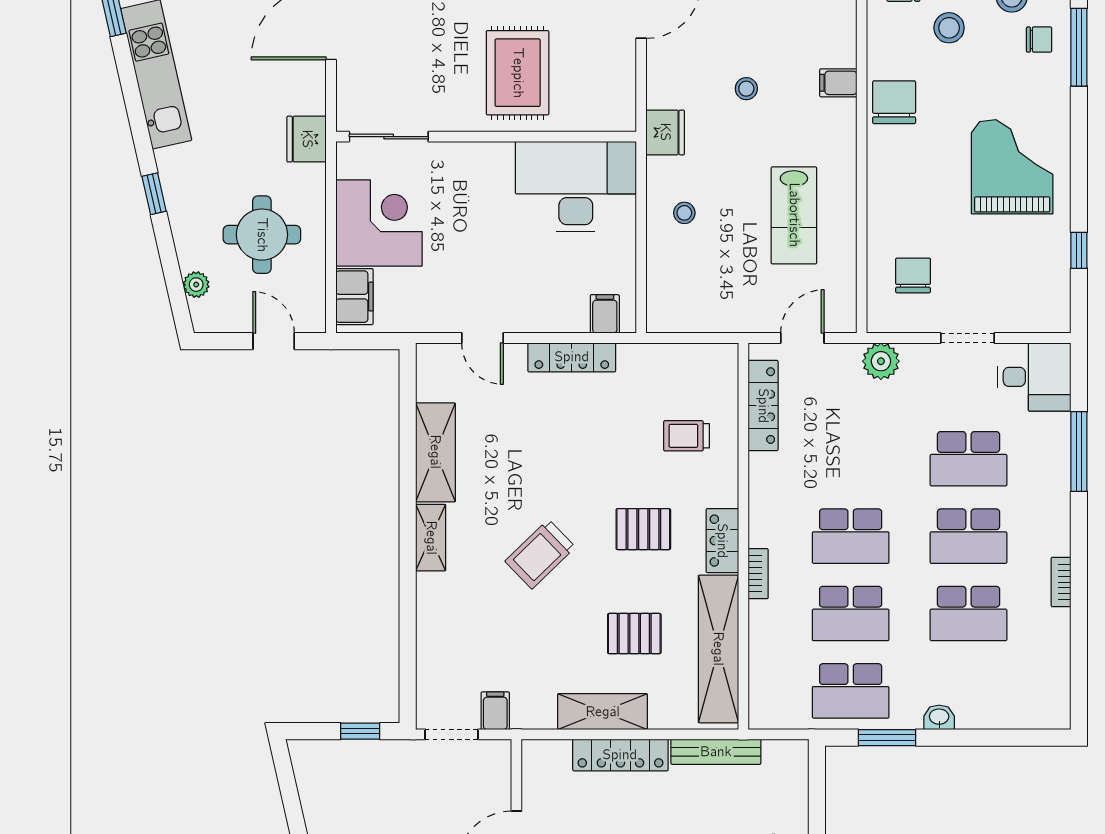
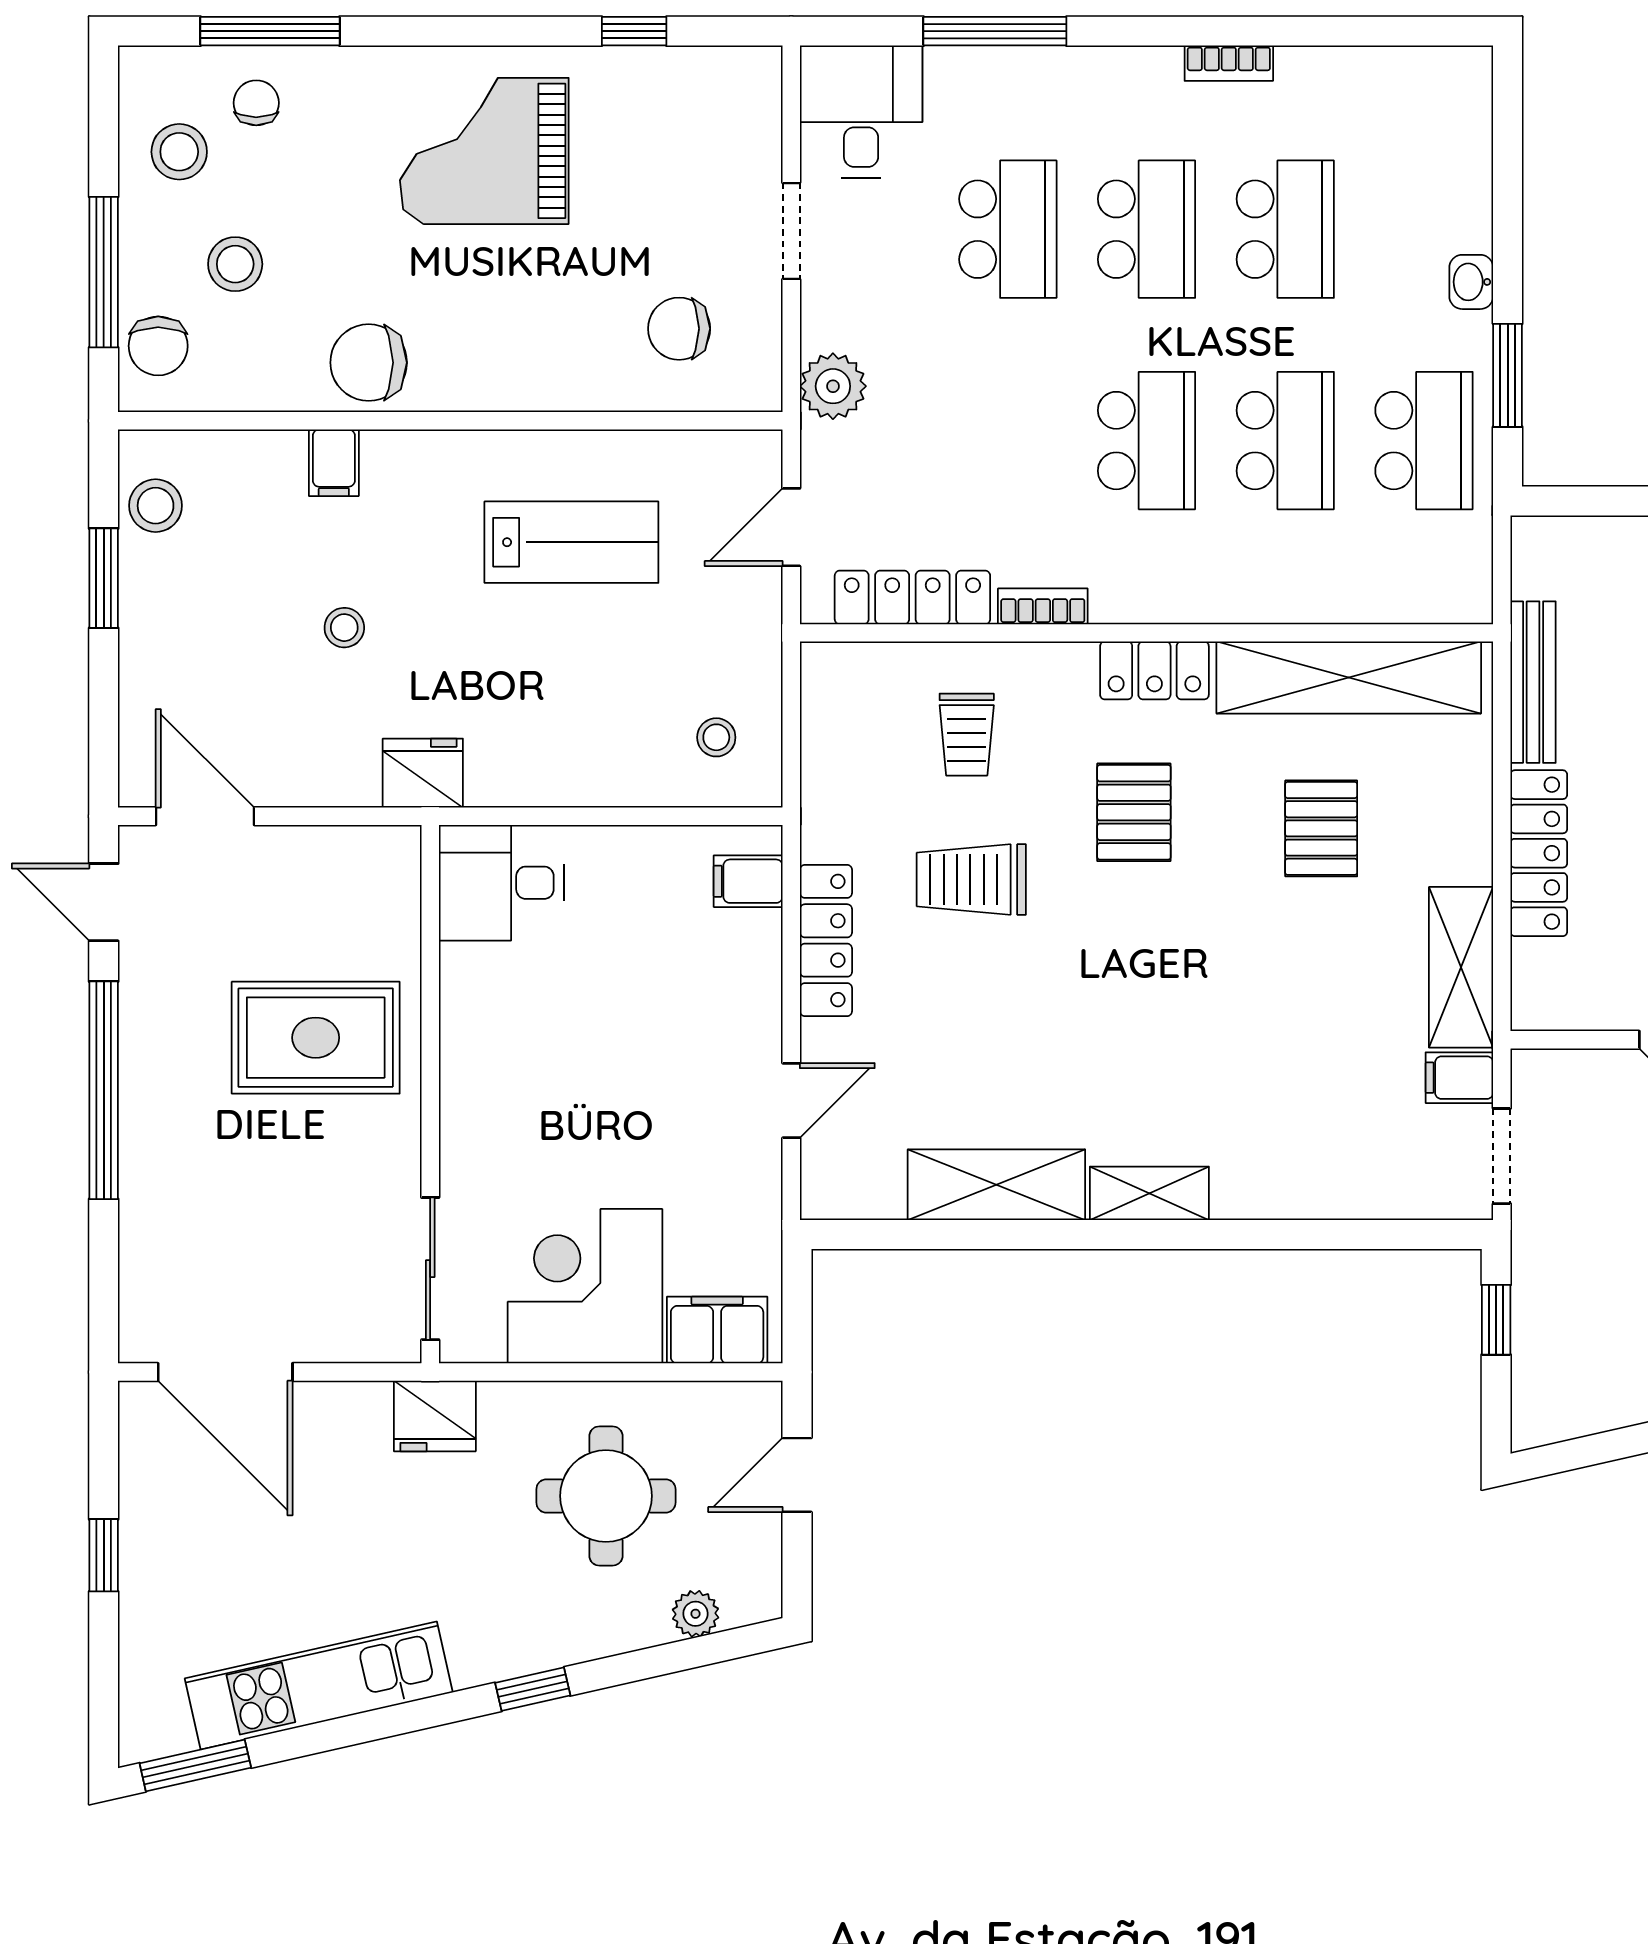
desk: (576, 187) -> (501, 883), width x0.53, depth x0.77
stool: (684, 213) -> (716, 737), moved
door: (802, 338) -> (791, 527), hinge flipped
trolley: (540, 554) -> (971, 880), moved, turned 134
bookcase: (758, 574) -> (1043, 606), moved
shelving: (603, 712) -> (1461, 967), moved

